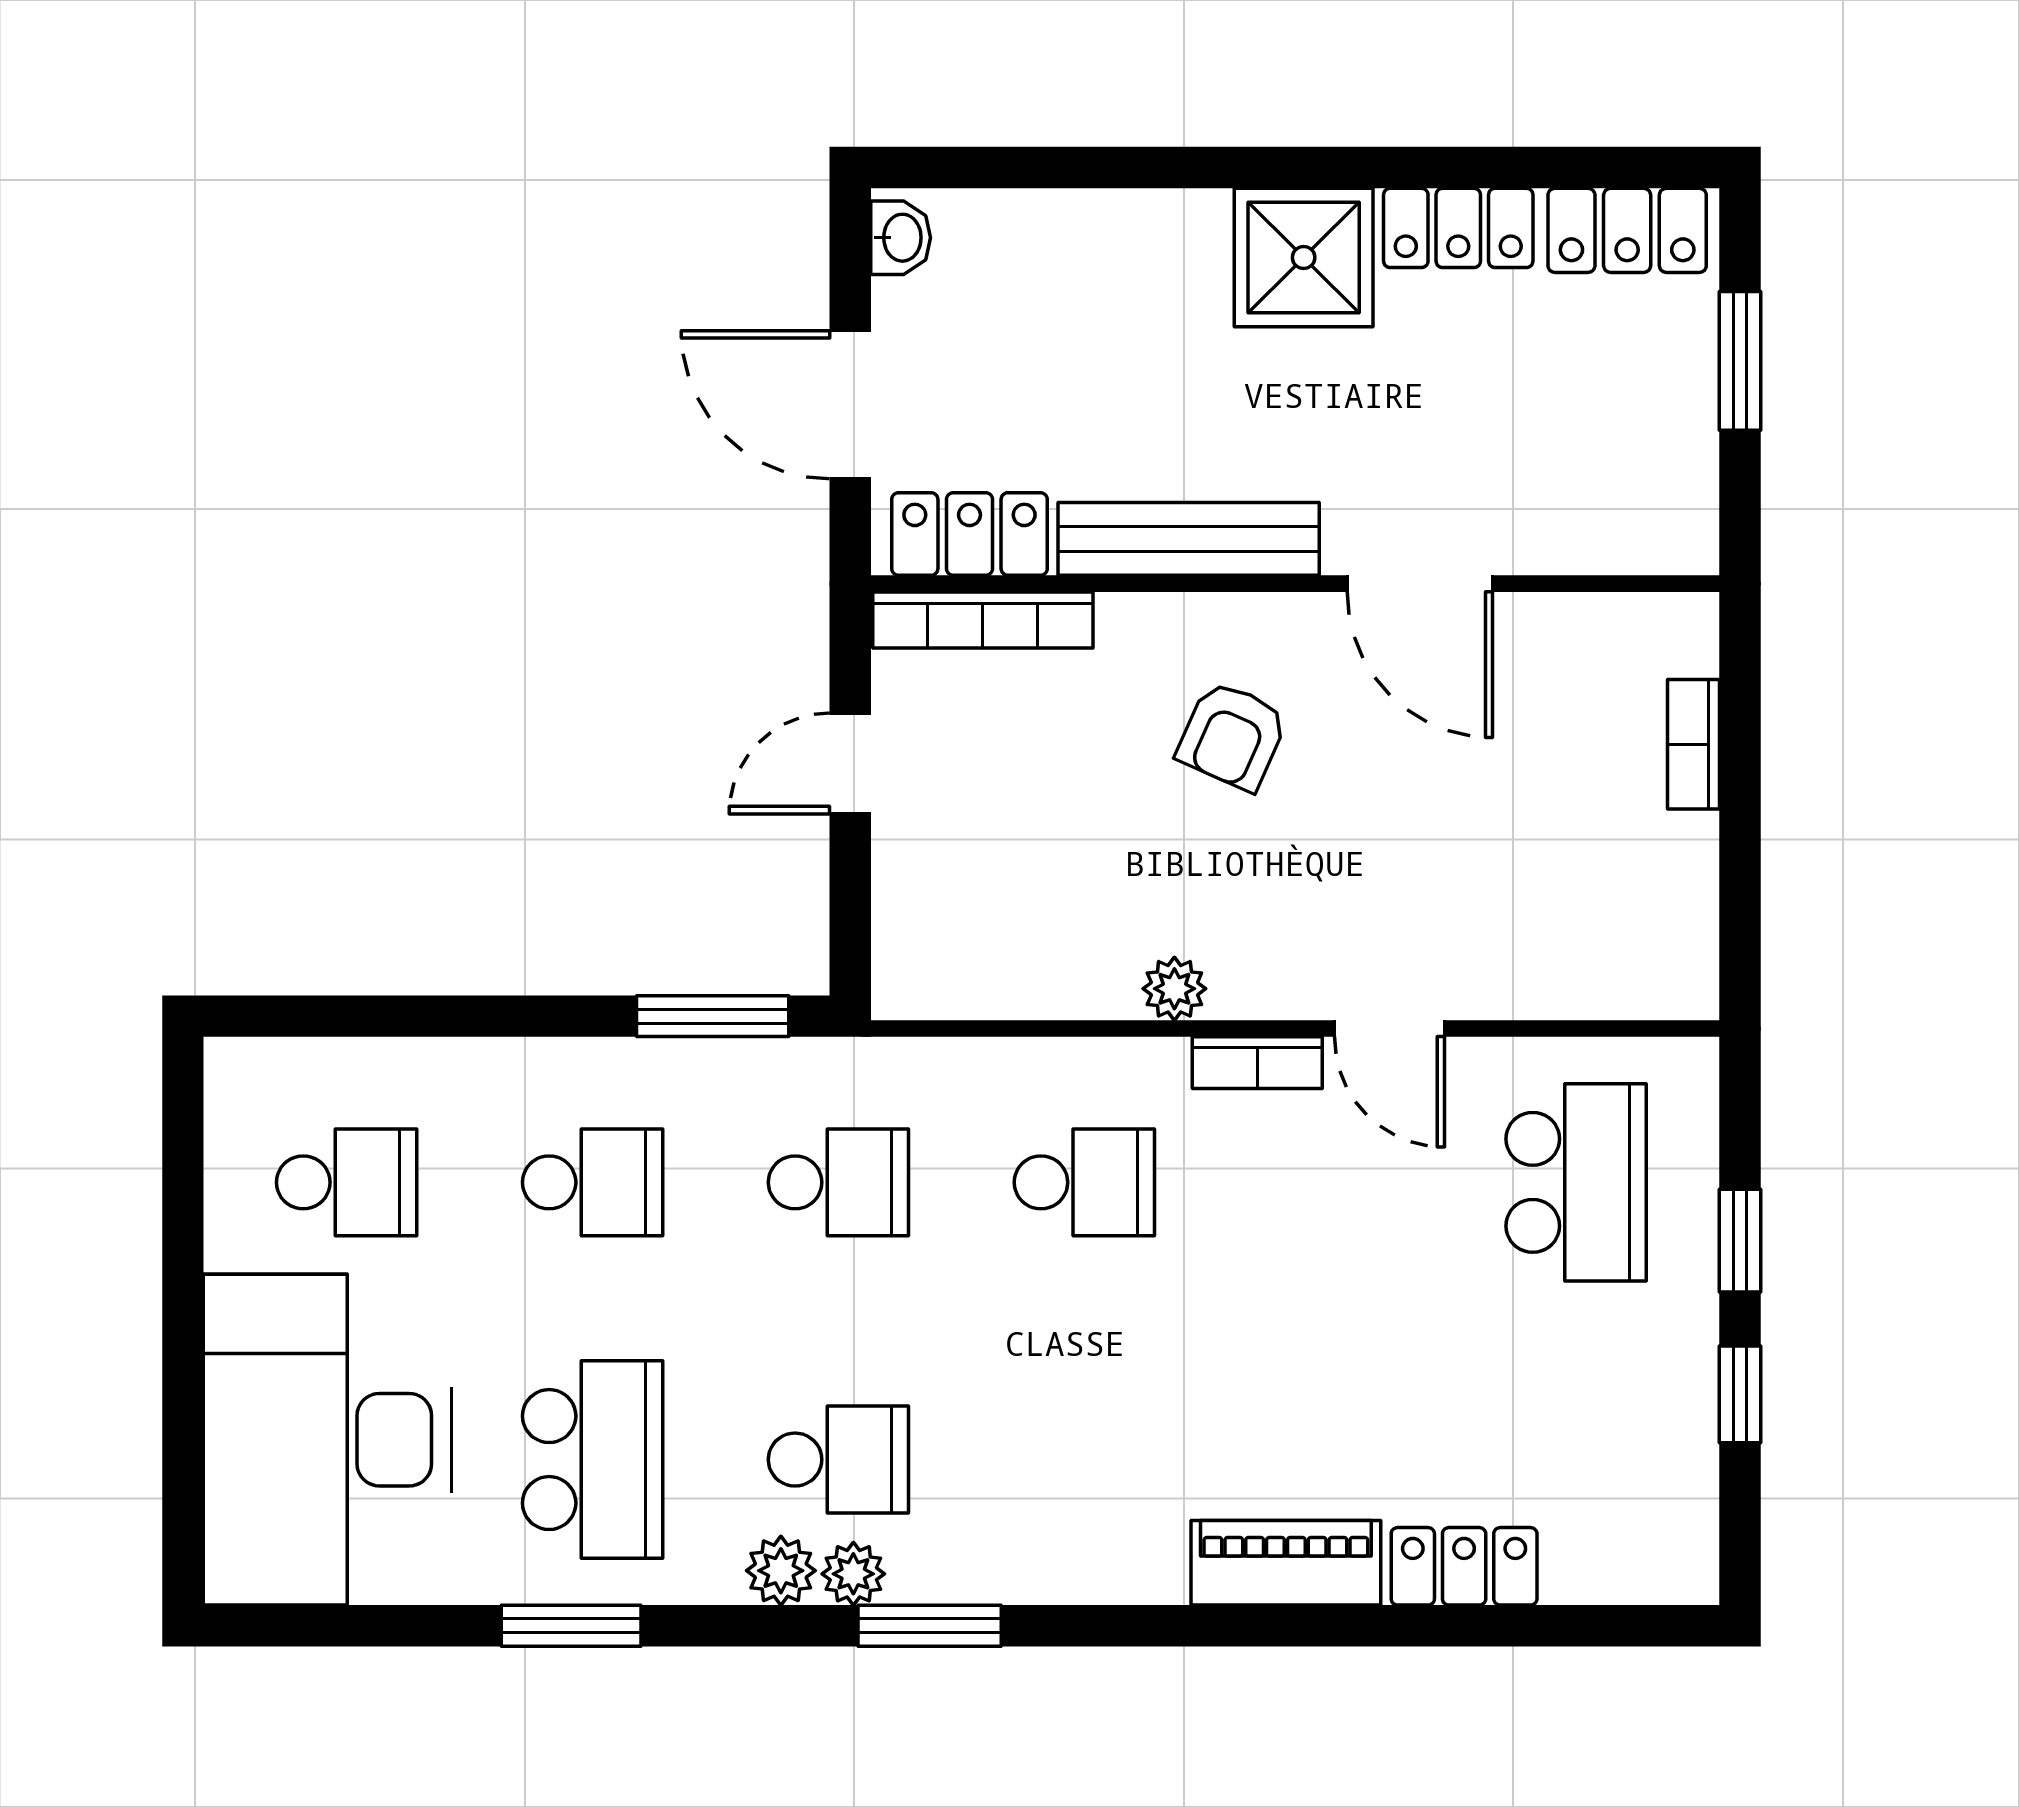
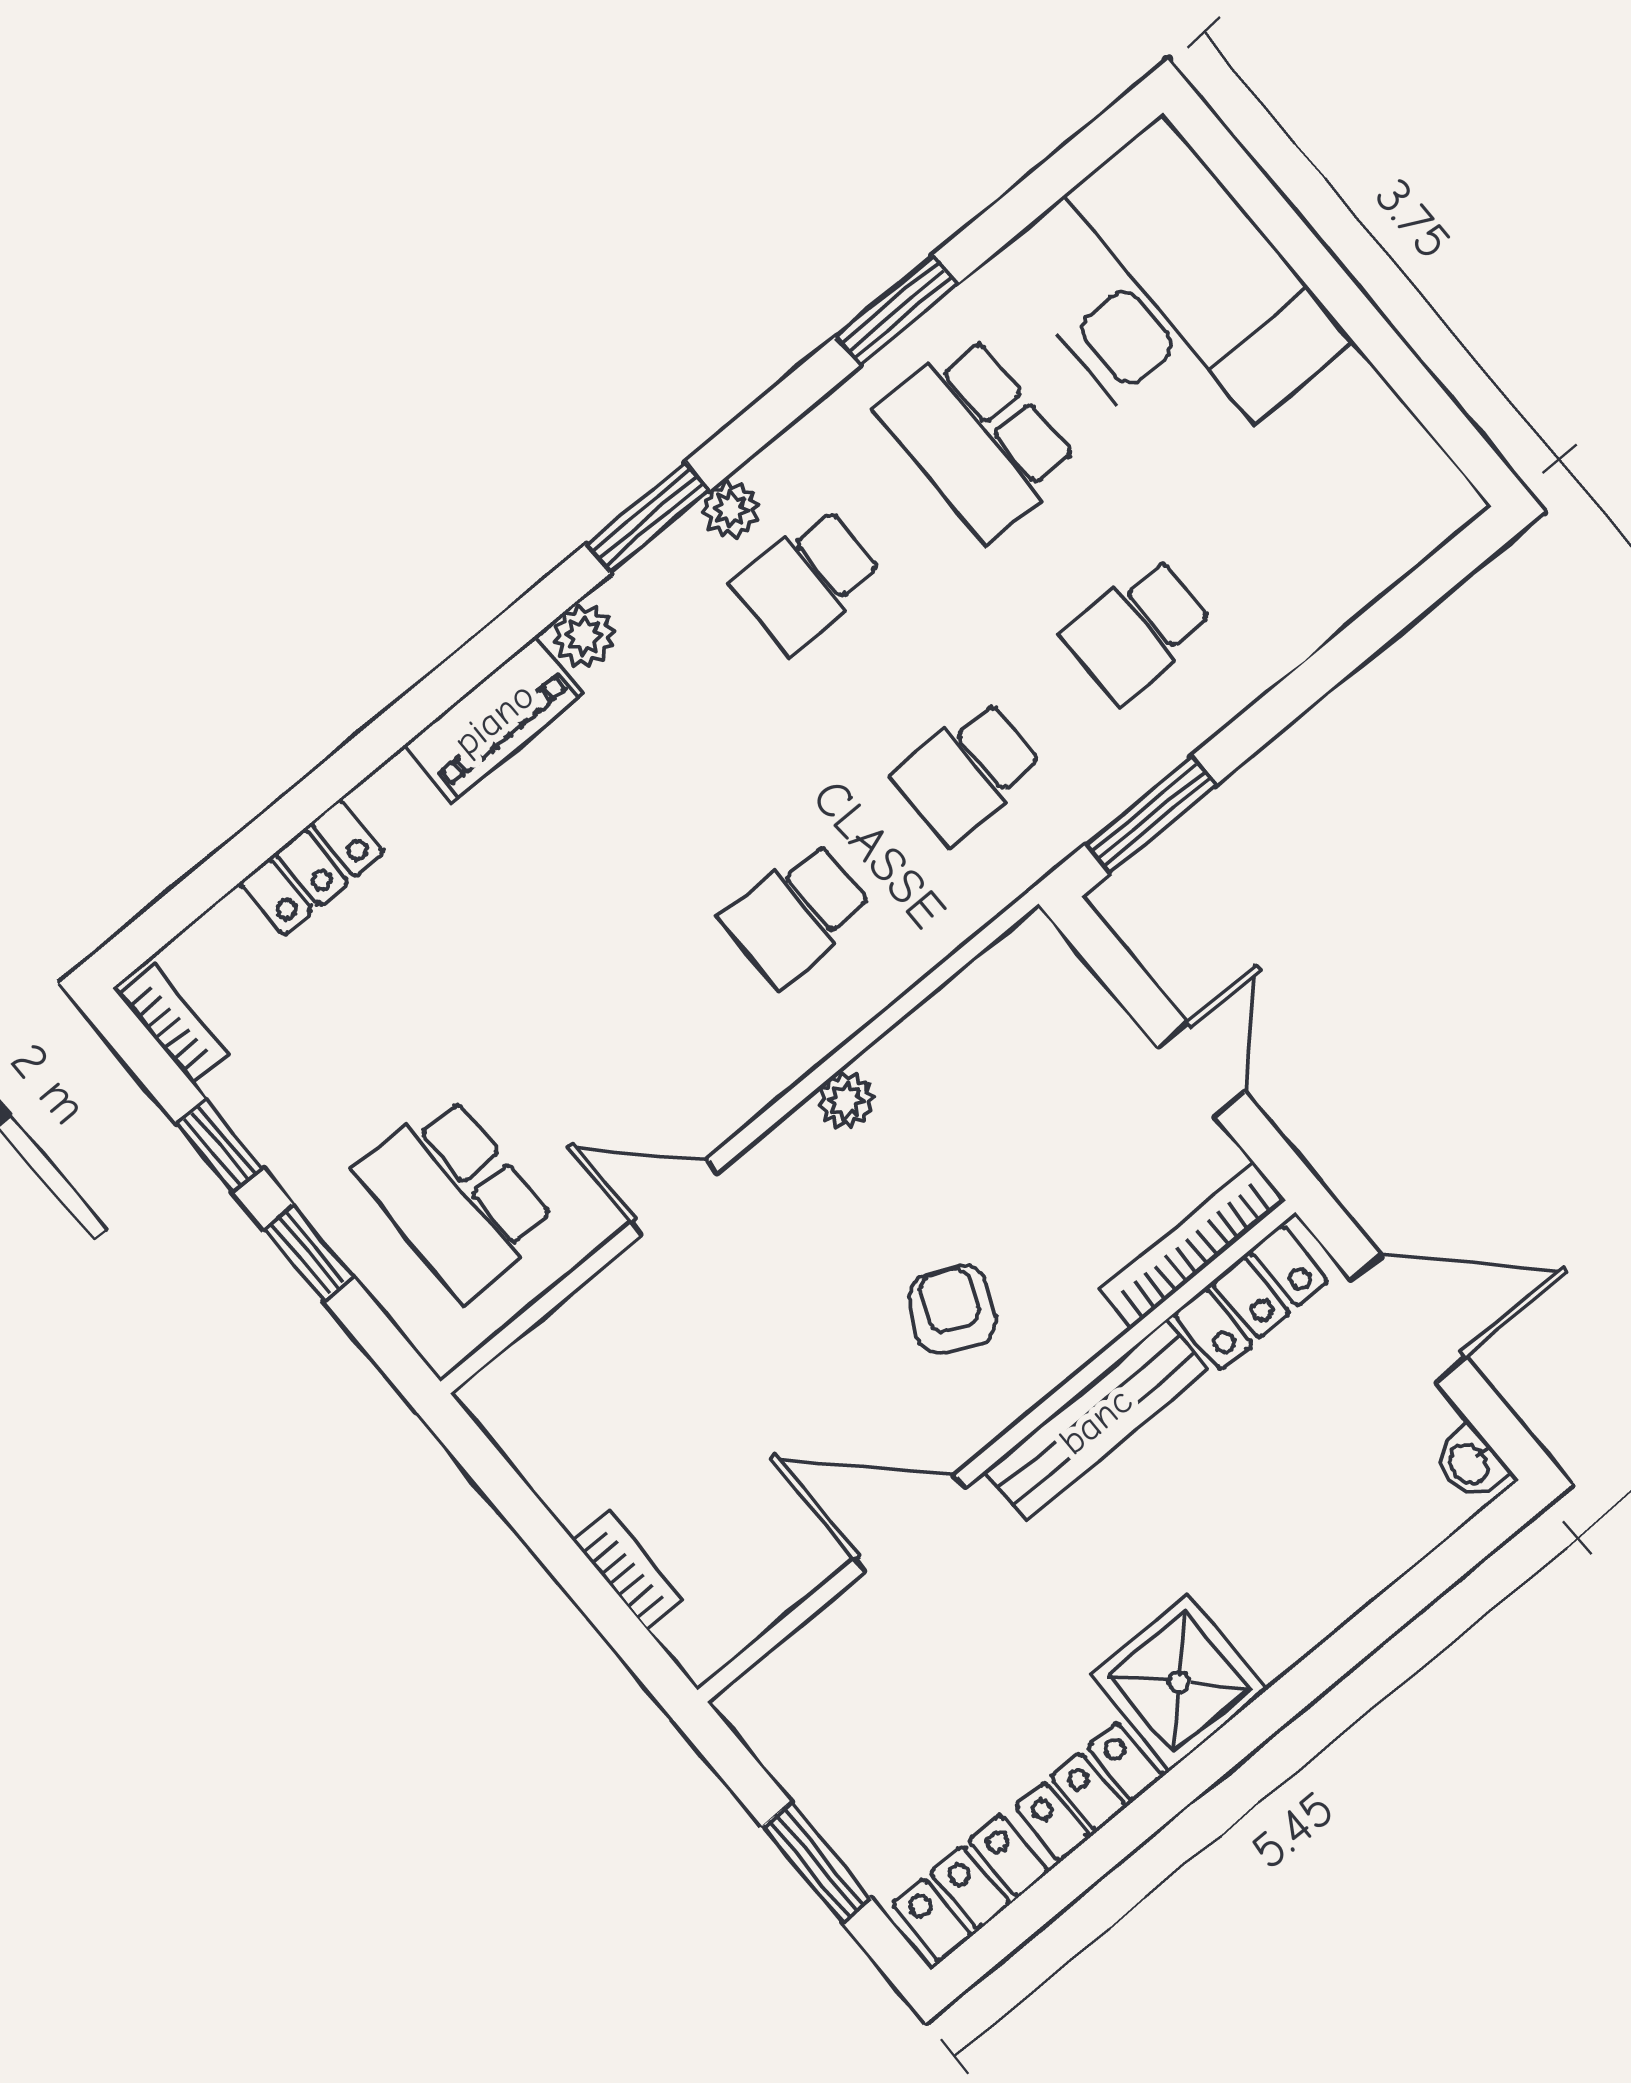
bookcase: (1257, 1063) -> (173, 1024), moved, turned 90
school desk: (347, 1182) -> (1308, 488), removed
piano: (1286, 1563) -> (494, 719), moved
plant: (781, 1571) -> (584, 636), moved

